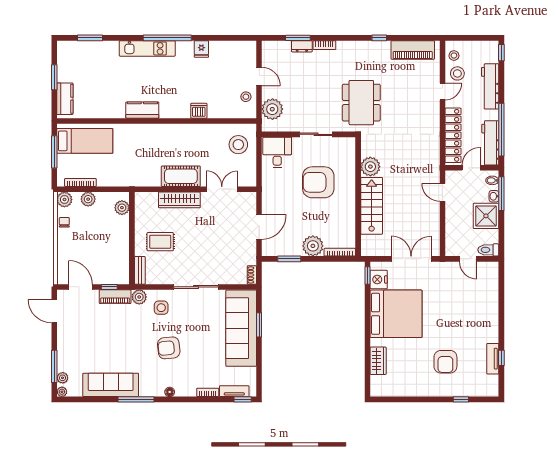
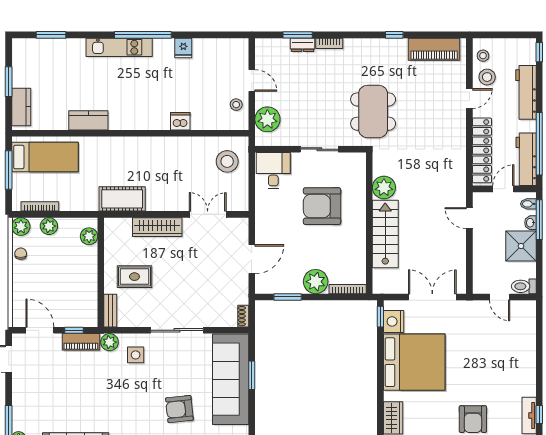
kitchen counter: (142, 110) -> (88, 120), moved
cot: (181, 176) -> (122, 199), moved
armchair: (169, 348) -> (179, 409), moved

